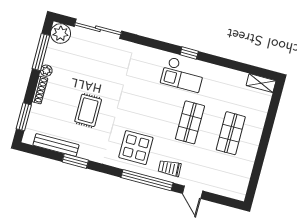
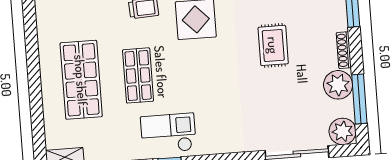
plant: (46, 71) -> (338, 85), width x1.88, depth x1.88
shop shelf: (231, 133) -> (81, 80), width x1.43, depth x1.36

